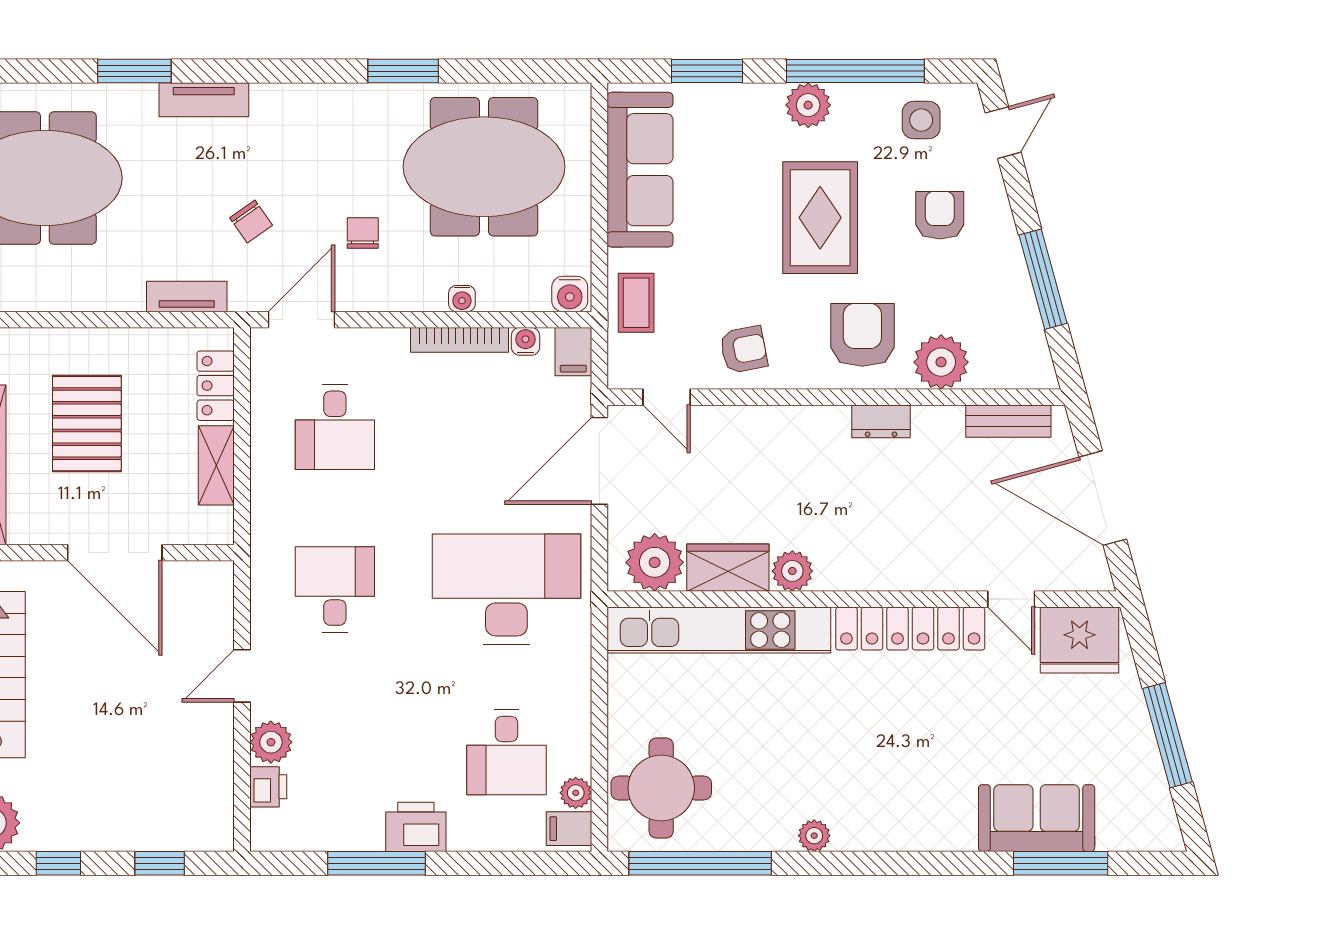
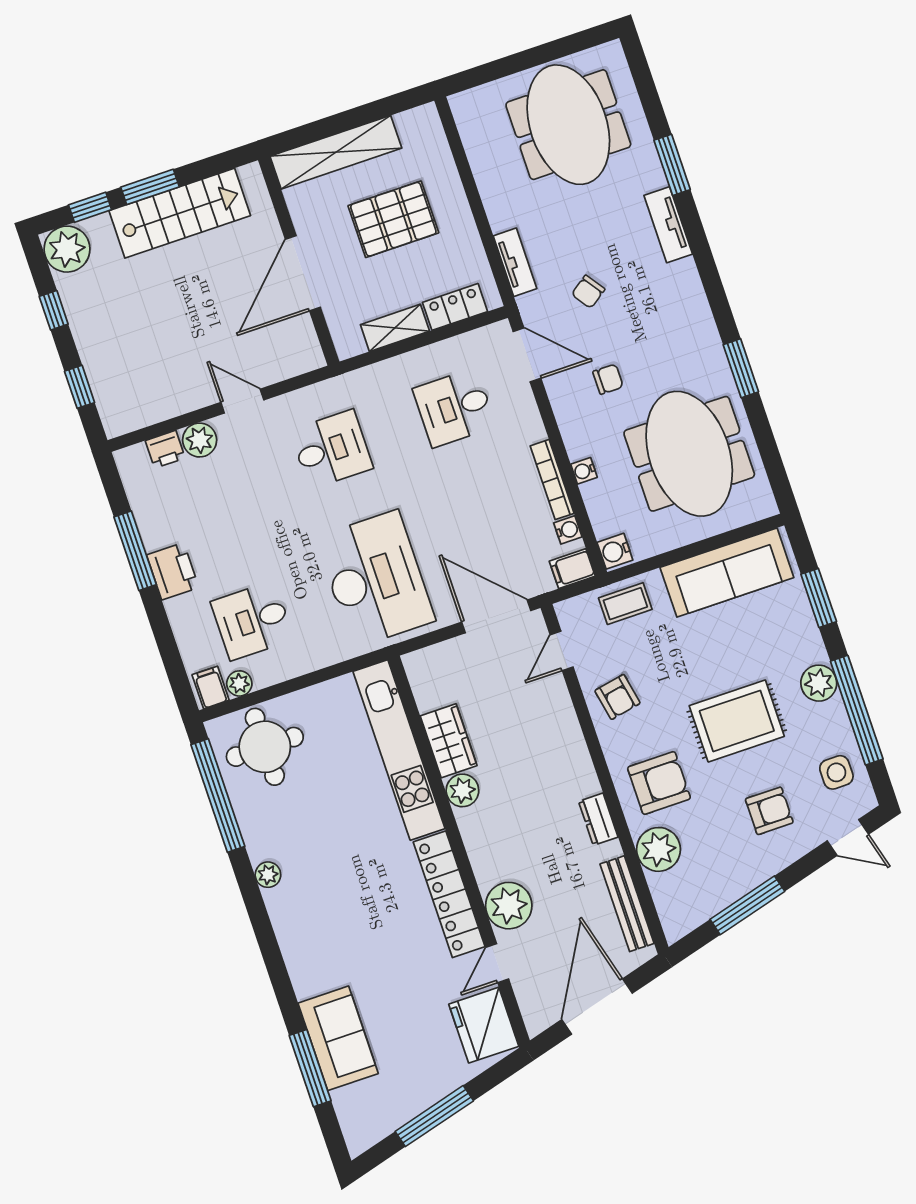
bench: (1008, 421) -> (627, 904), width x1.36
plant: (655, 562) -> (509, 906), moved

